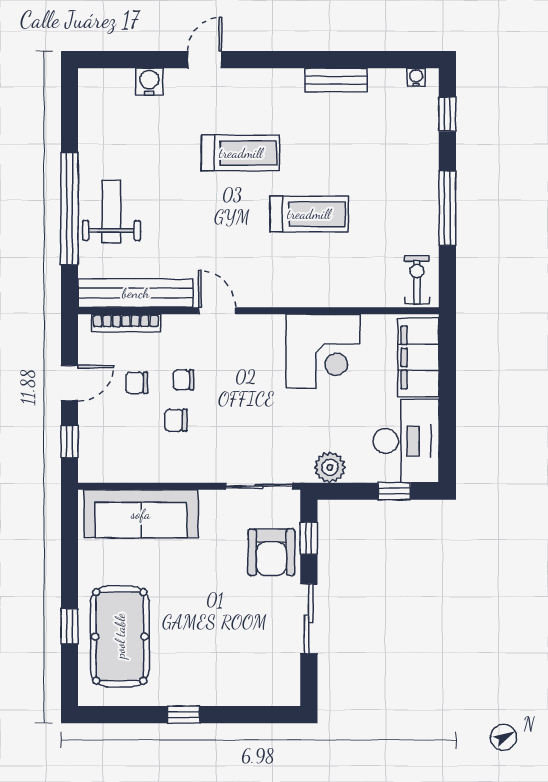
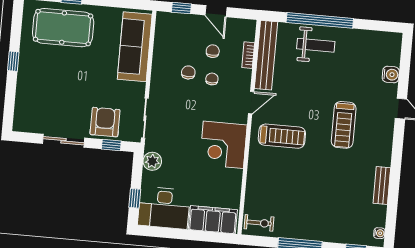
treadmill: (309, 214) -> (282, 136), moved, turned -90
bookcase: (126, 323) -> (248, 55), width x0.64
corner desk: (323, 351) -> (223, 145), moved
armchair: (271, 552) -> (105, 122), turned 90

